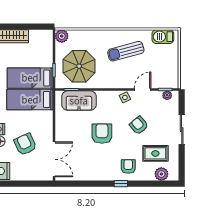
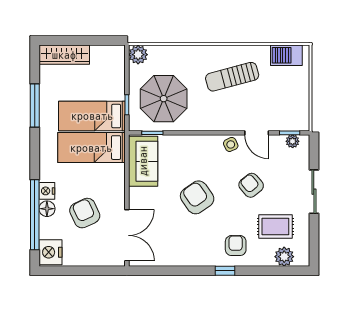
door: (143, 90) -> (257, 133), swing flipped
sofa: (79, 101) -> (143, 161), moved, turned -90
armchair: (102, 134) -> (197, 197), turned -35

